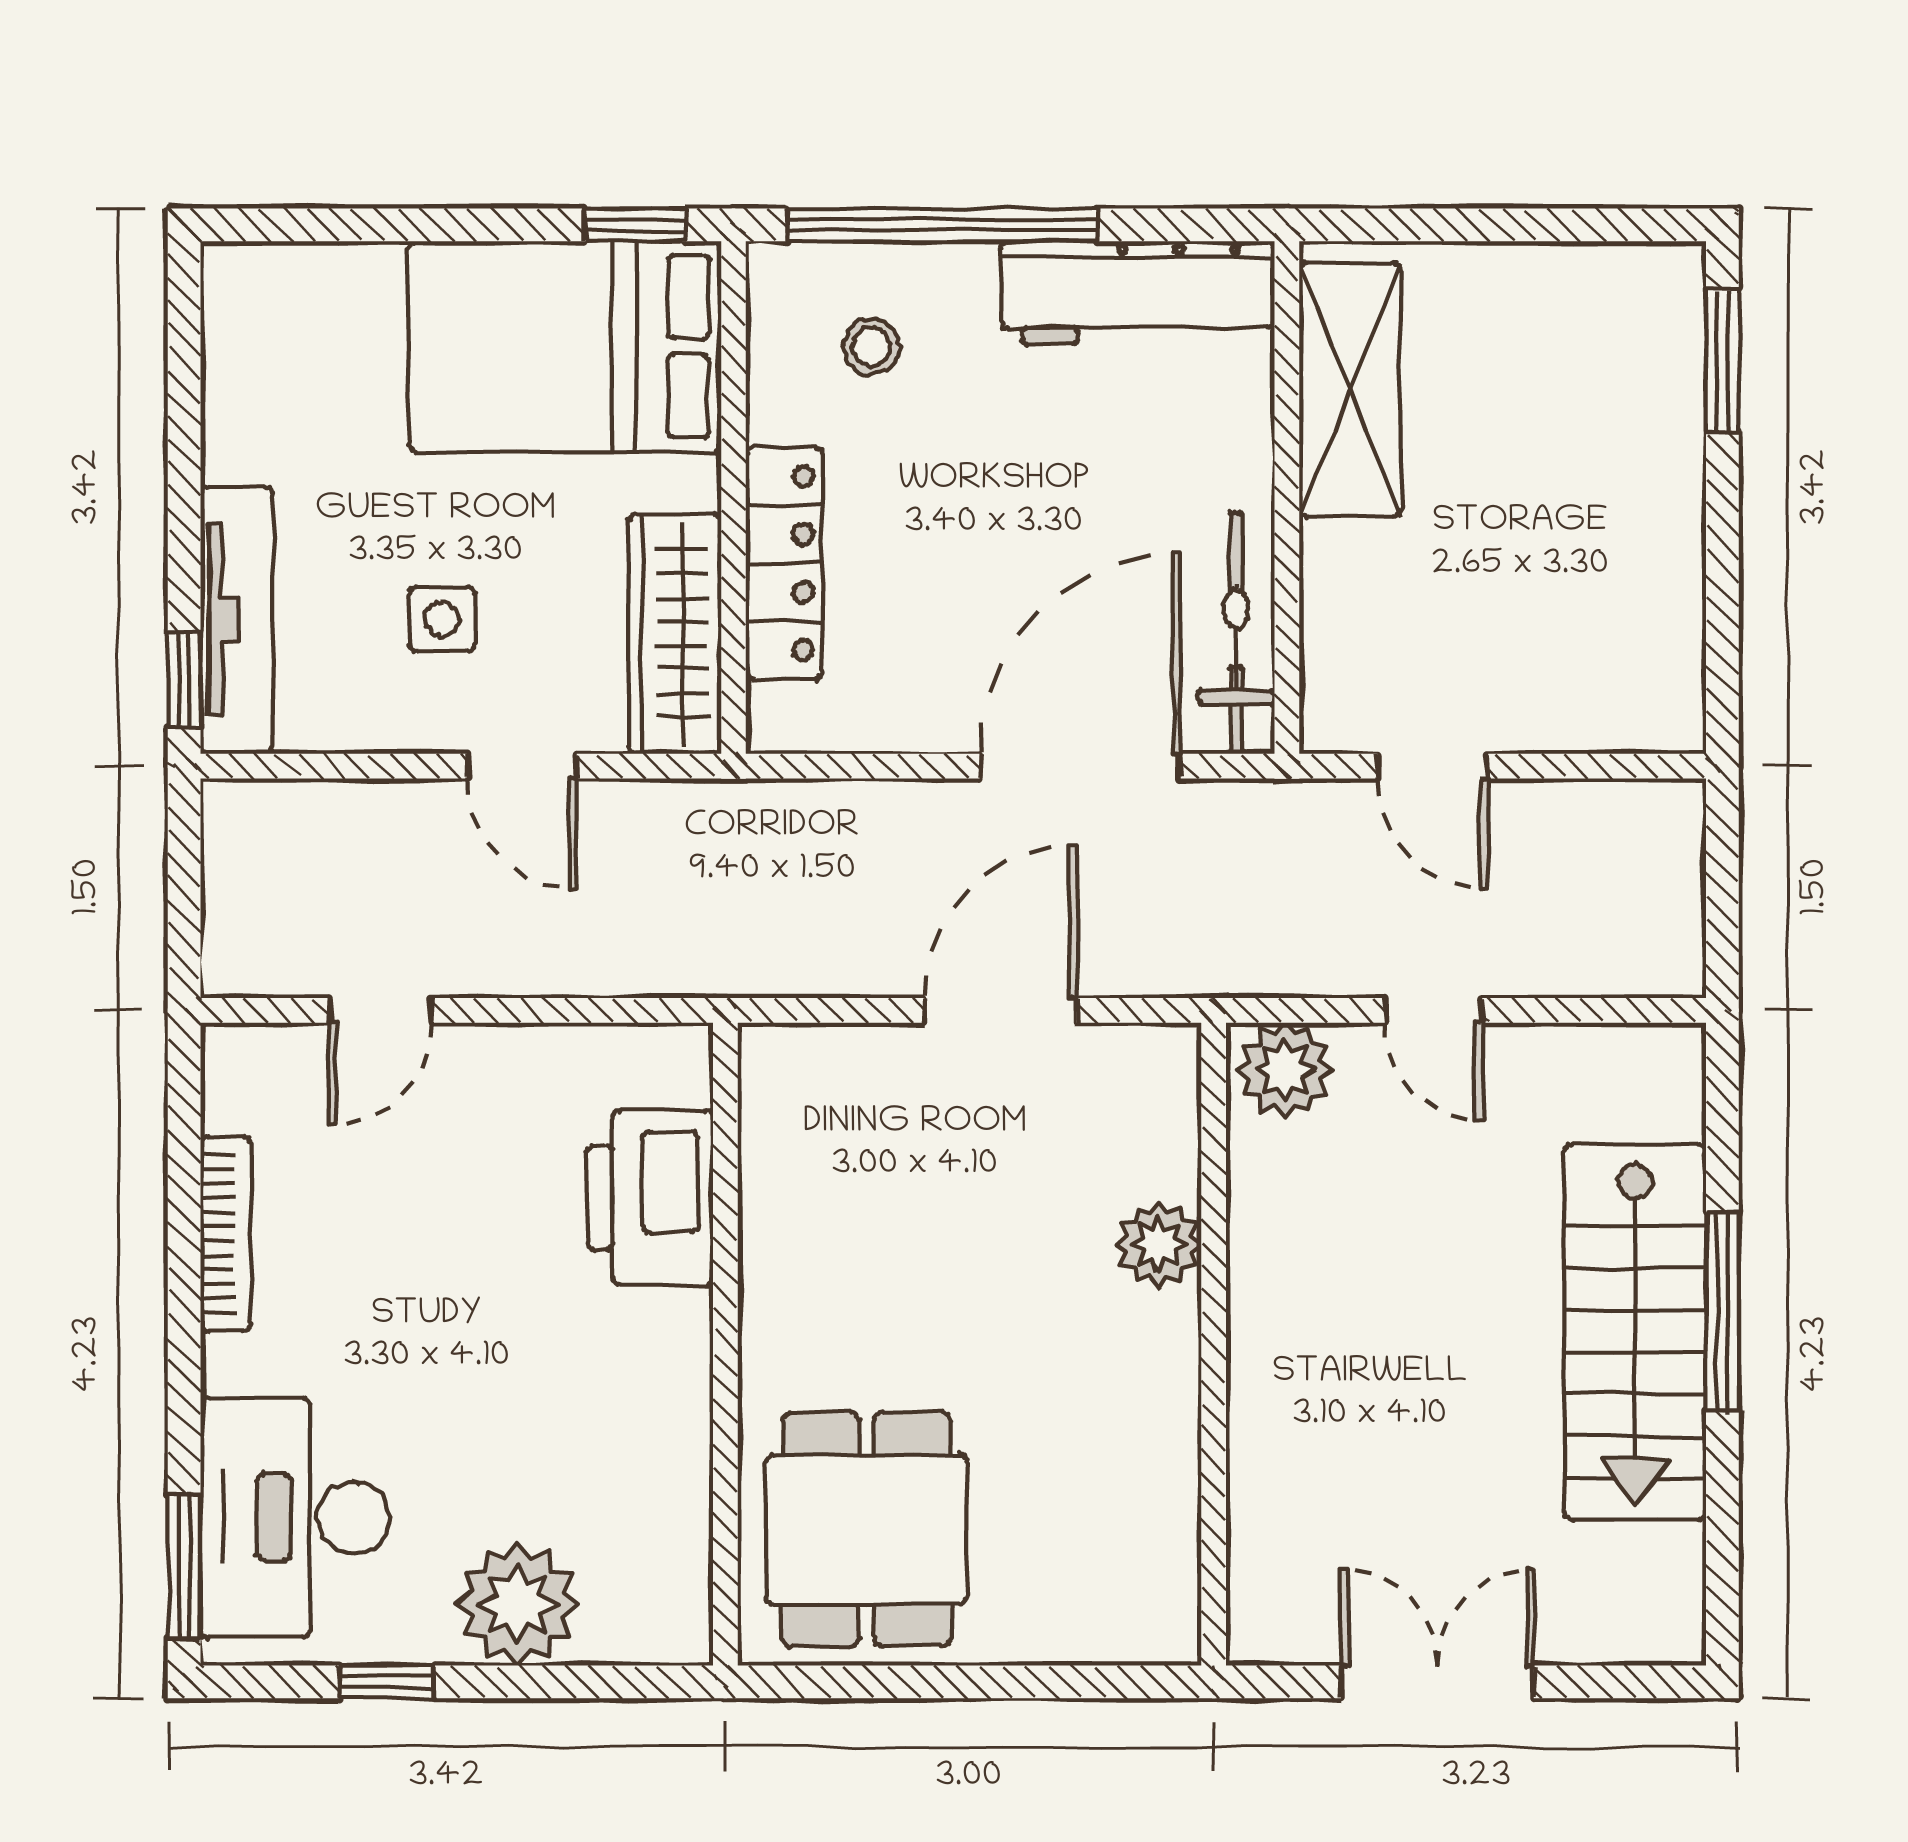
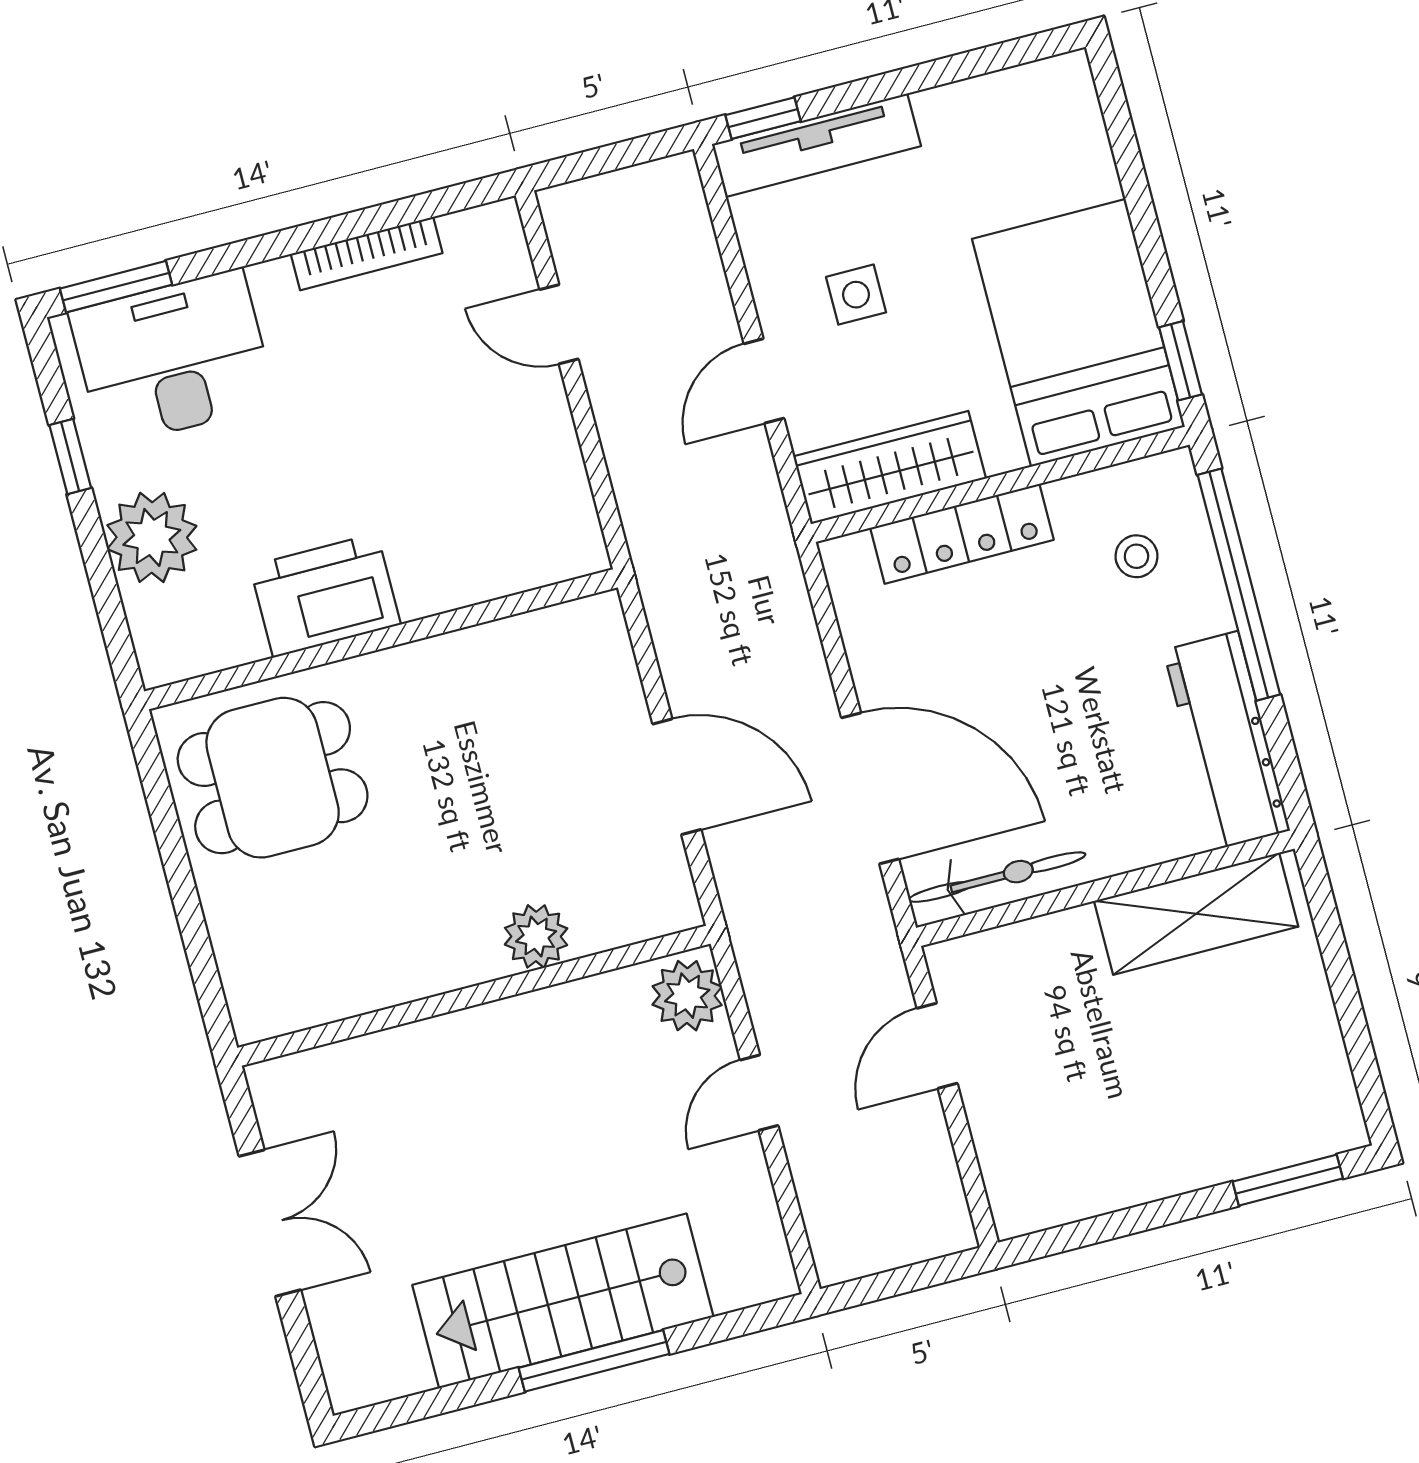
printer: (650, 1198) -> (325, 595), moved

